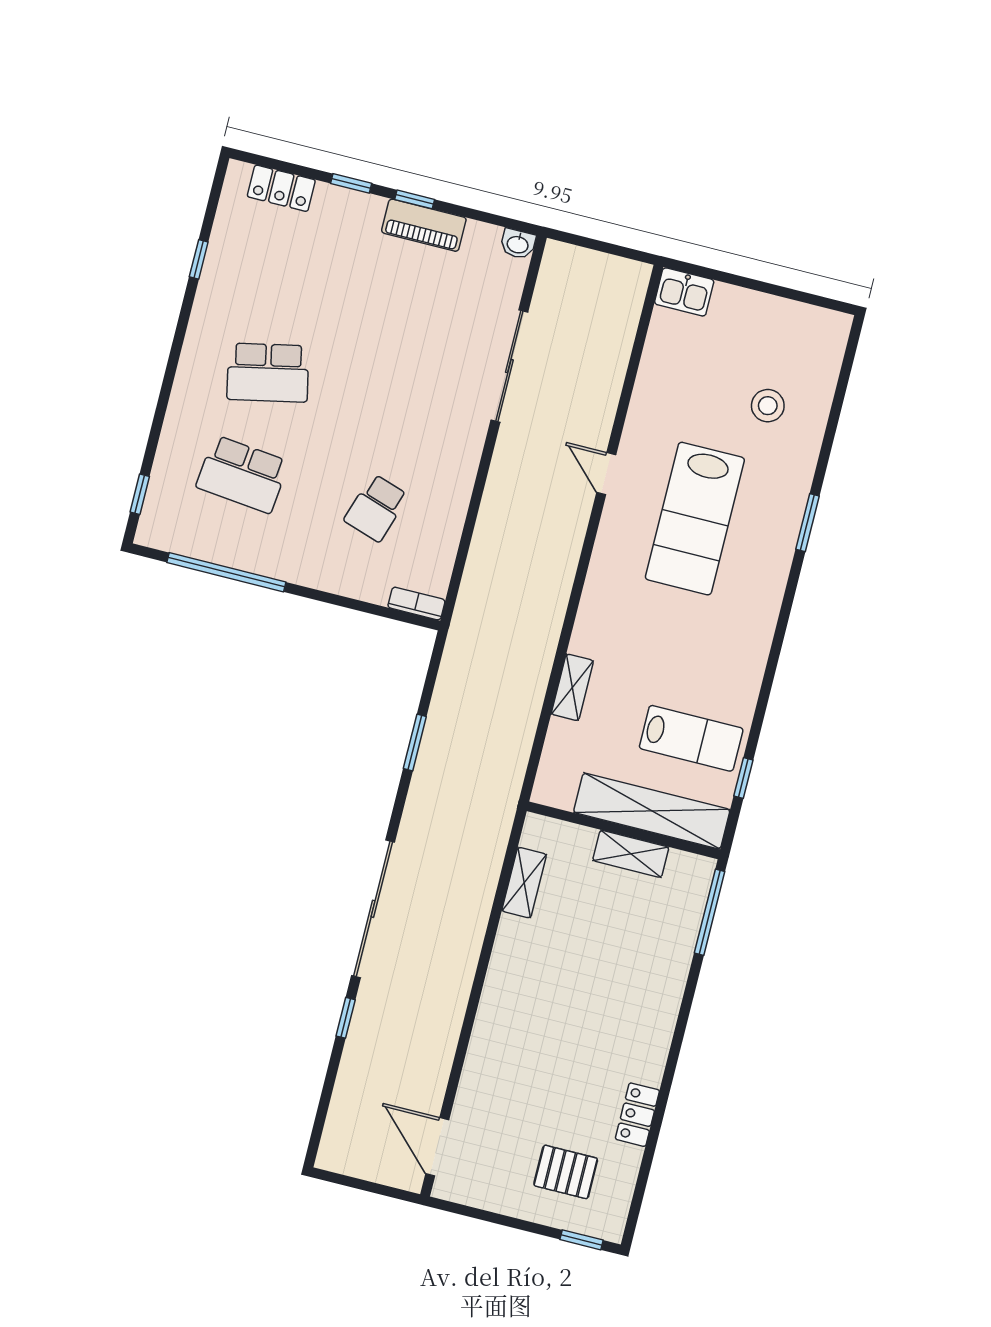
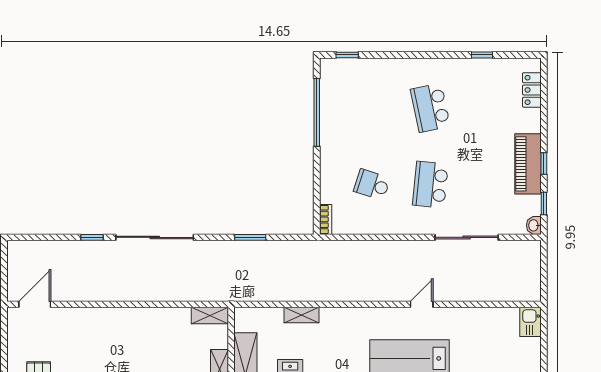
window: (351, 183) -> (544, 203), moved
piano: (424, 225) -> (528, 164), width x1.37, depth x1.33
school desk: (242, 474) -> (430, 185), moved
shelving: (524, 883) -> (210, 316), moved

